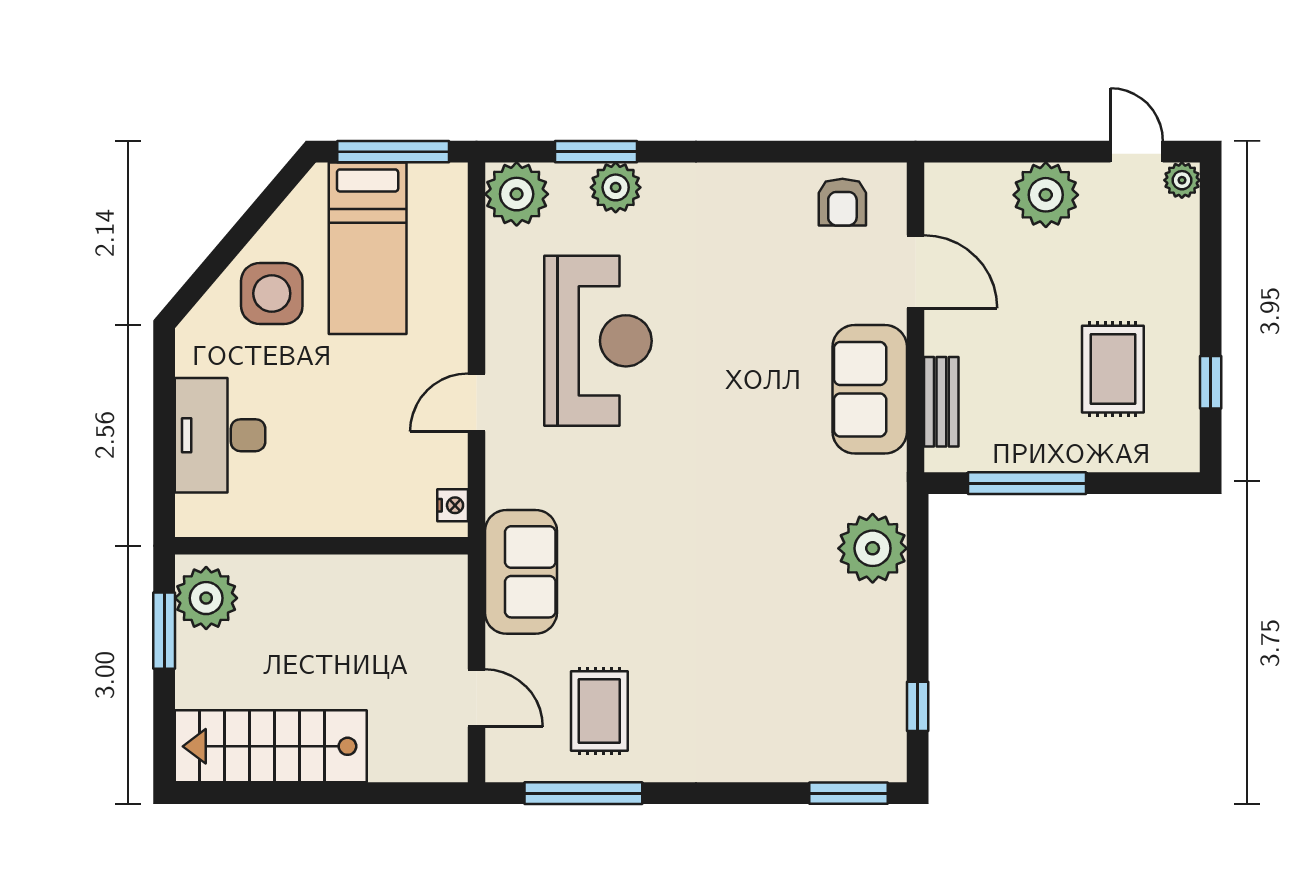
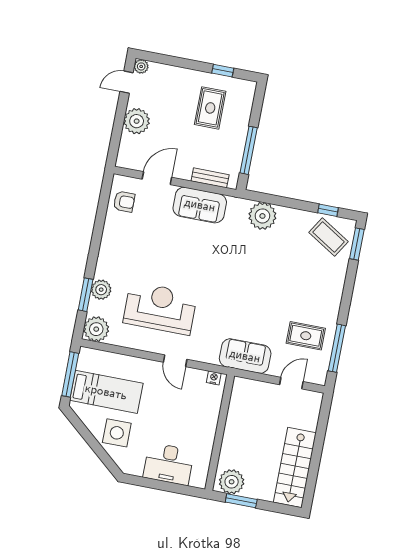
rug: (1113, 369) -> (210, 108), turned 90
coffee table: (852, 720) -> (328, 237), added

